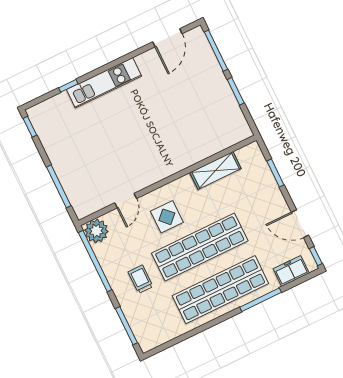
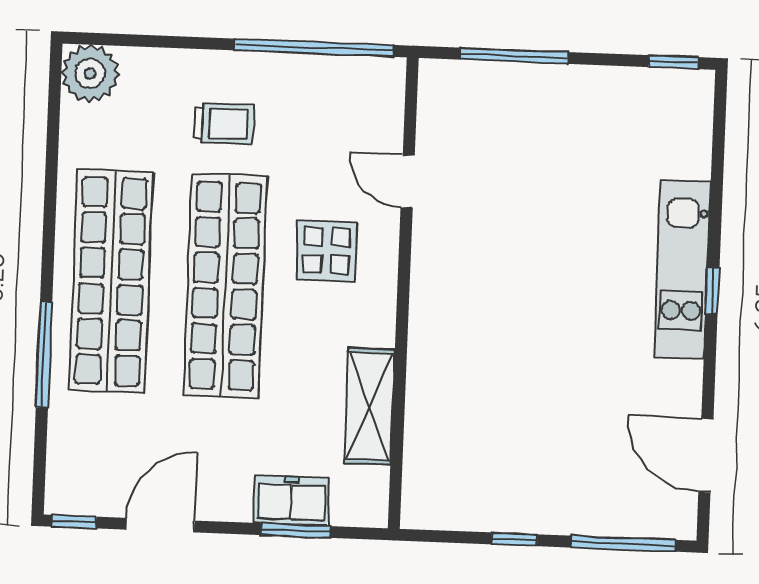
window: (68, 86) -> (712, 291), moved
window: (236, 91) -> (514, 539), width x0.67
plant: (96, 231) -> (90, 73), moved
freezer: (291, 271) -> (291, 500), moved, turned -90
window: (126, 326) -> (142, 41), removed

